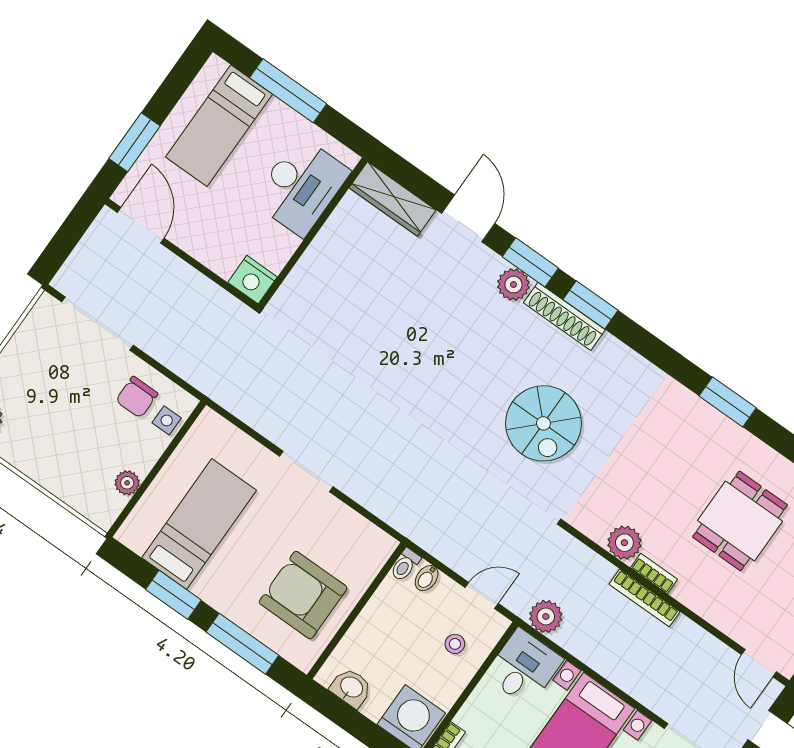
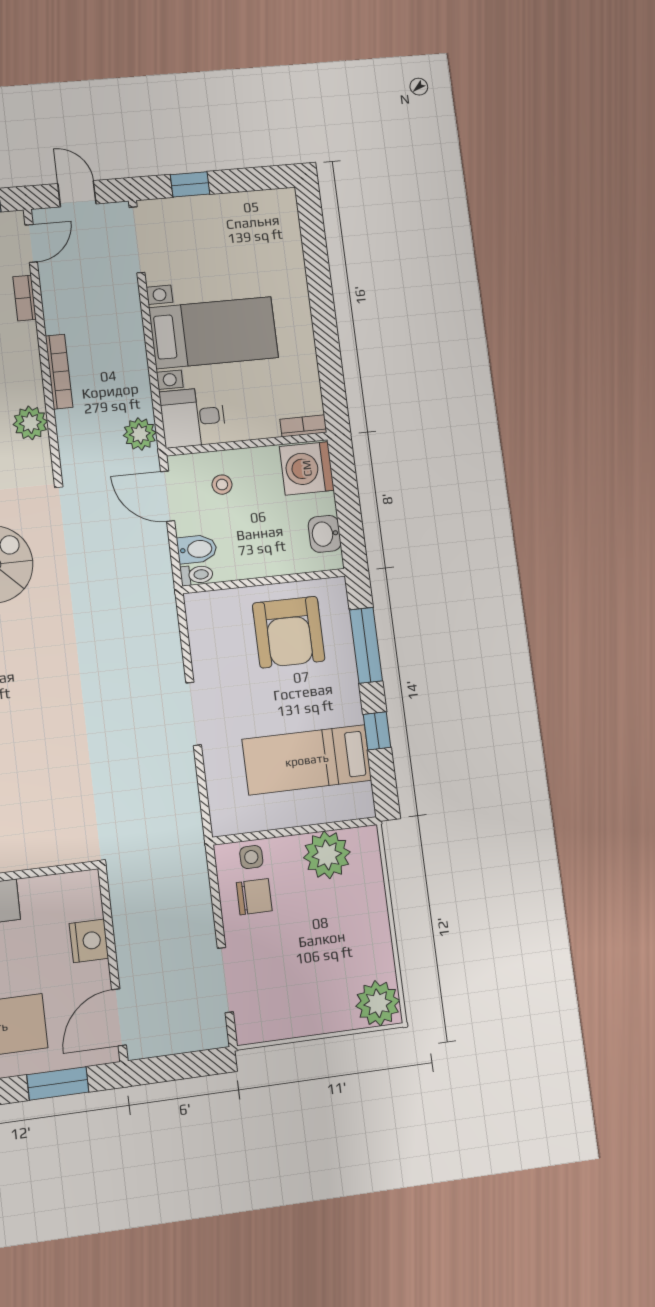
nightstand: (253, 280) -> (89, 941), moved
doorway: (97, 324) -> (225, 980), width x0.73
plant: (127, 483) -> (327, 855), width x1.88, depth x1.88
bookcase: (654, 573) -> (25, 298), moved
bidet: (427, 578) -> (197, 549), width x1.38, depth x1.36
window: (173, 595) -> (377, 731), width x0.67
door: (482, 596) -> (168, 496), width x1.38

